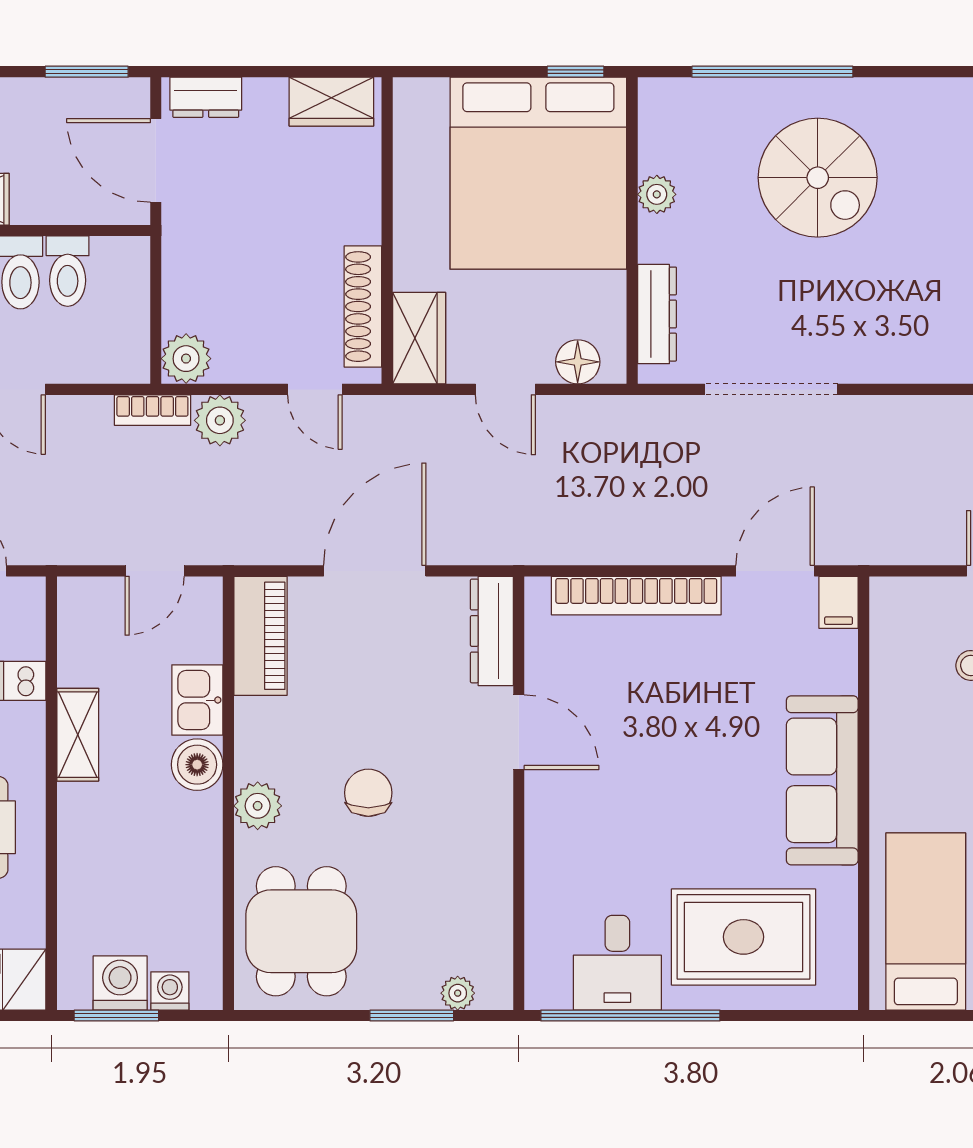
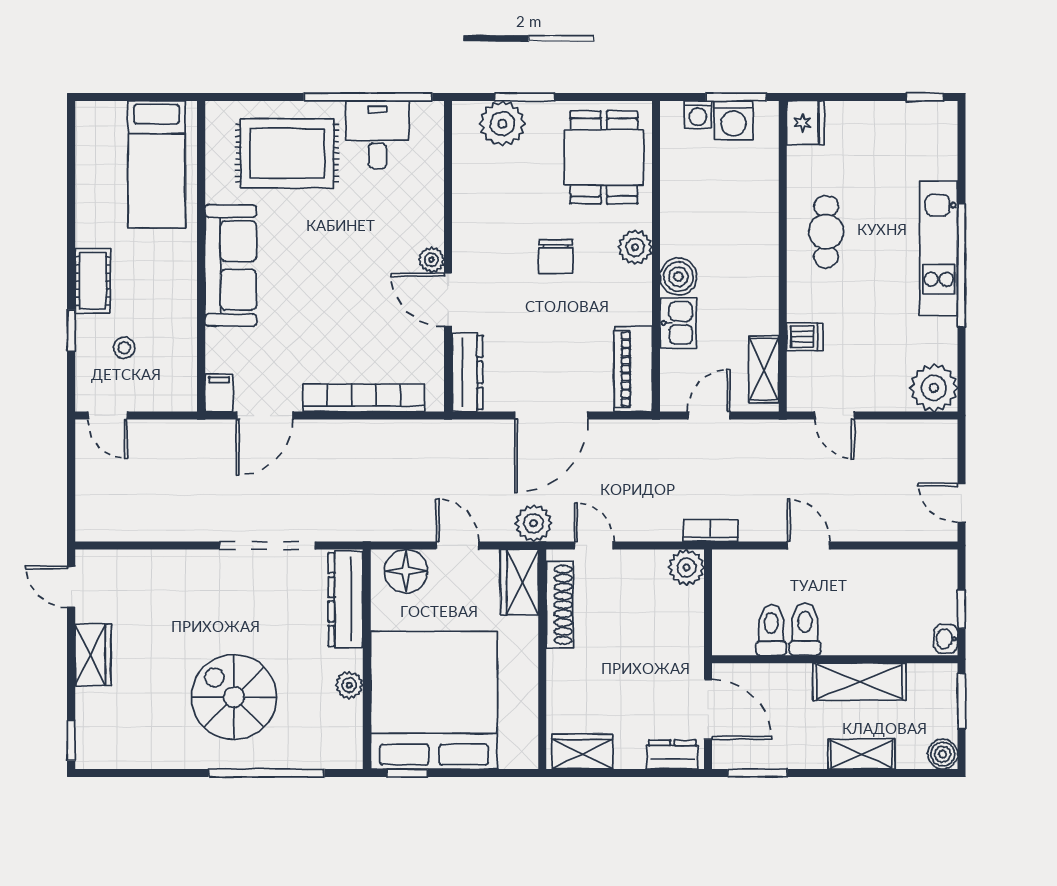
dresser: (657, 314) -> (346, 599), width x1.37, depth x1.24
floor lamp: (578, 362) -> (406, 571), width x1.38, depth x1.38
plant: (220, 420) -> (534, 523), moved
shelving: (78, 735) -> (764, 369), moved
plant: (542, 788) -> (431, 260), added
plant: (458, 993) -> (502, 124), width x1.87, depth x1.87

